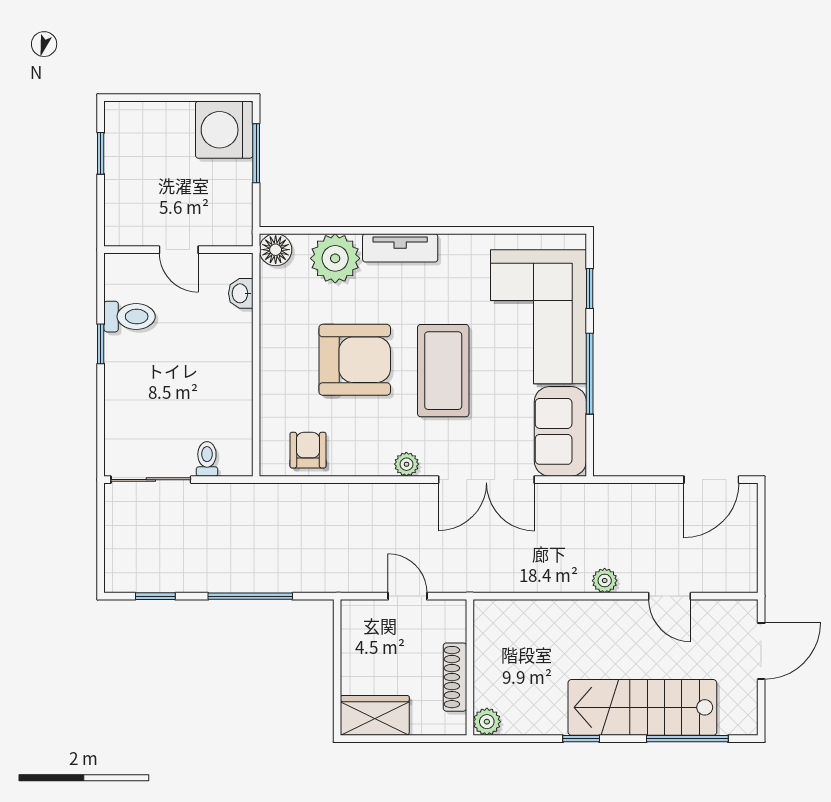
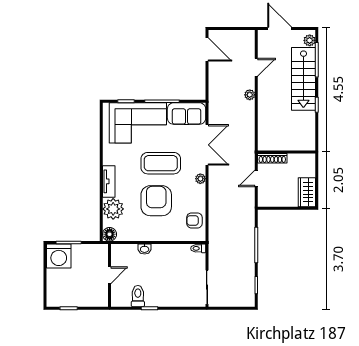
washbasin: (241, 293) -> (145, 249), moved
toilet: (207, 459) -> (198, 248), moved
shoe rack: (455, 677) -> (272, 158), moved
plant: (487, 722) -> (310, 40), moved

